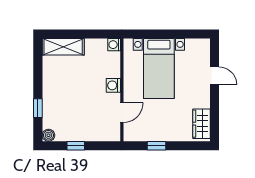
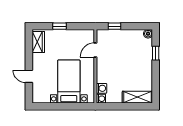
washing machine: (113, 85) -> (101, 88), moved
window: (76, 146) -> (114, 26), moved
window: (156, 146) -> (60, 26), moved

